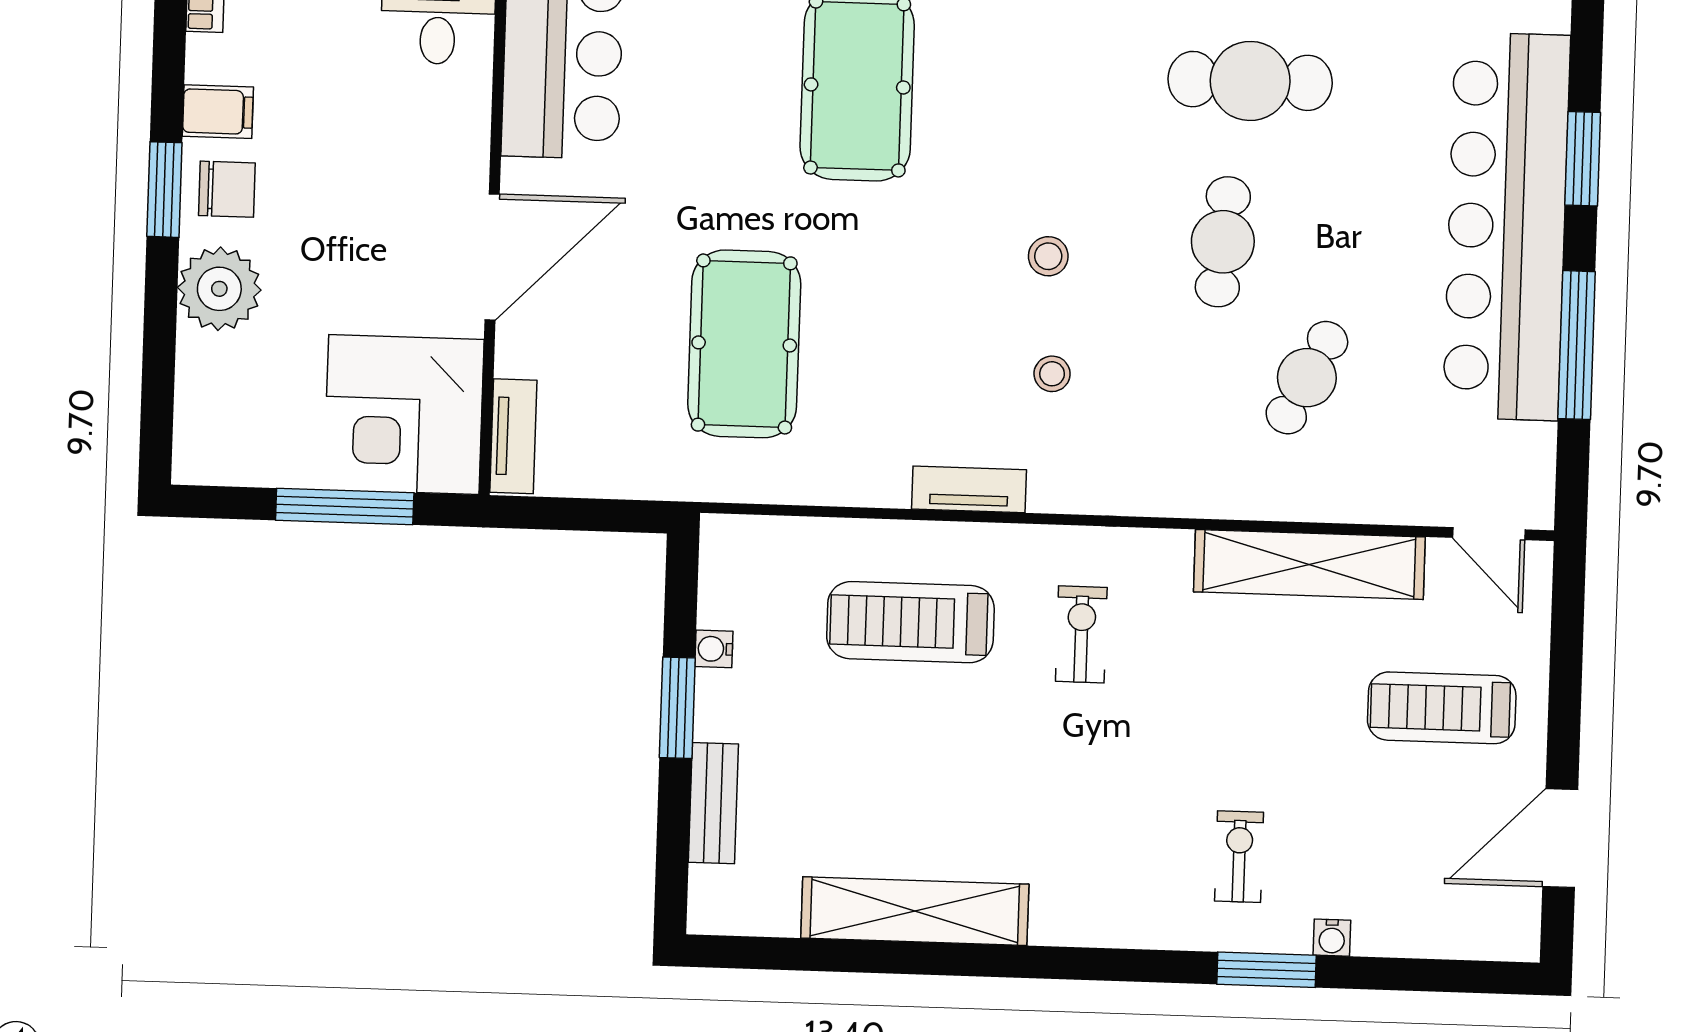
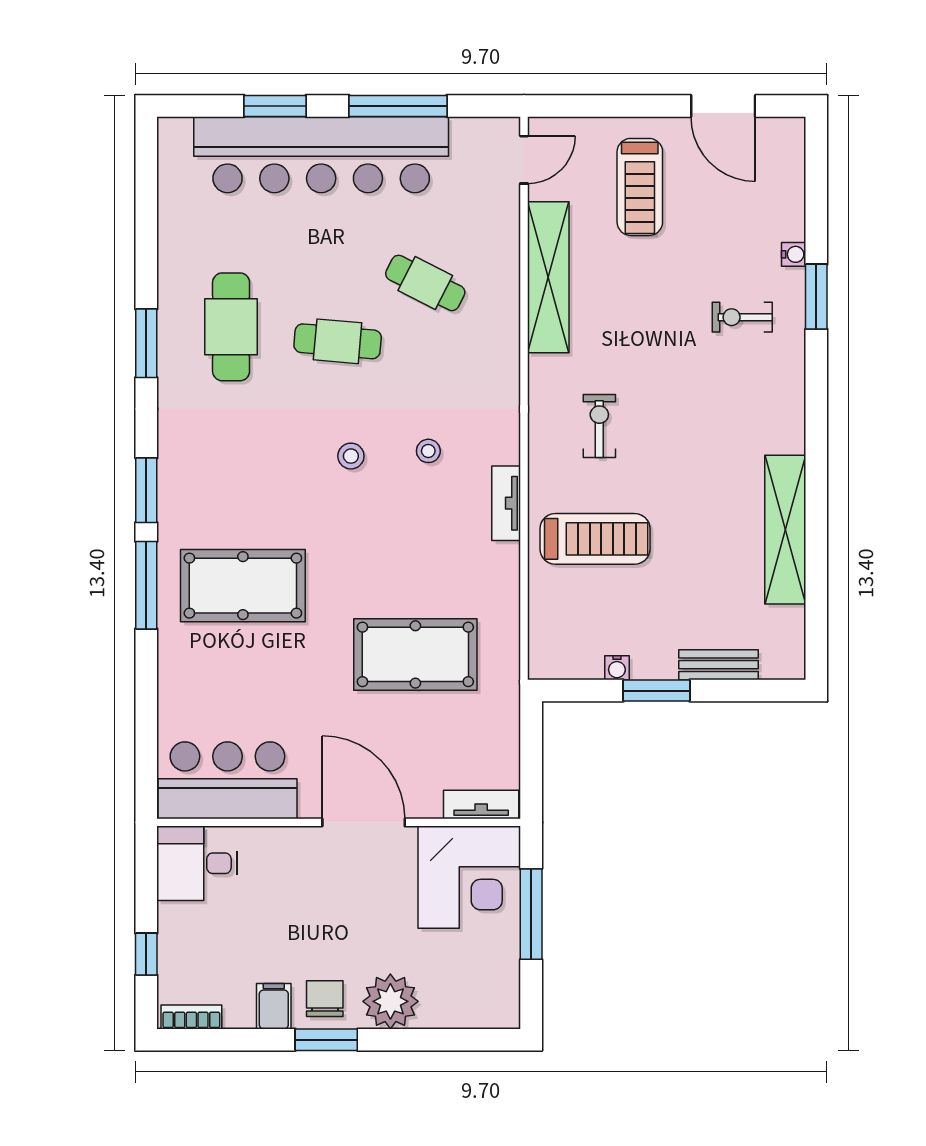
treadmill: (910, 622) -> (595, 539), turned -90
exercise bike: (1081, 634) -> (599, 426), turned 90

